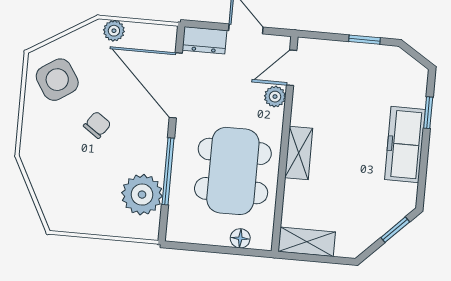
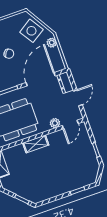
door: (292, 68) -> (70, 125), swing flipped
side table: (57, 80) -> (31, 31), moved
freezer: (405, 144) -> (60, 187), removed

